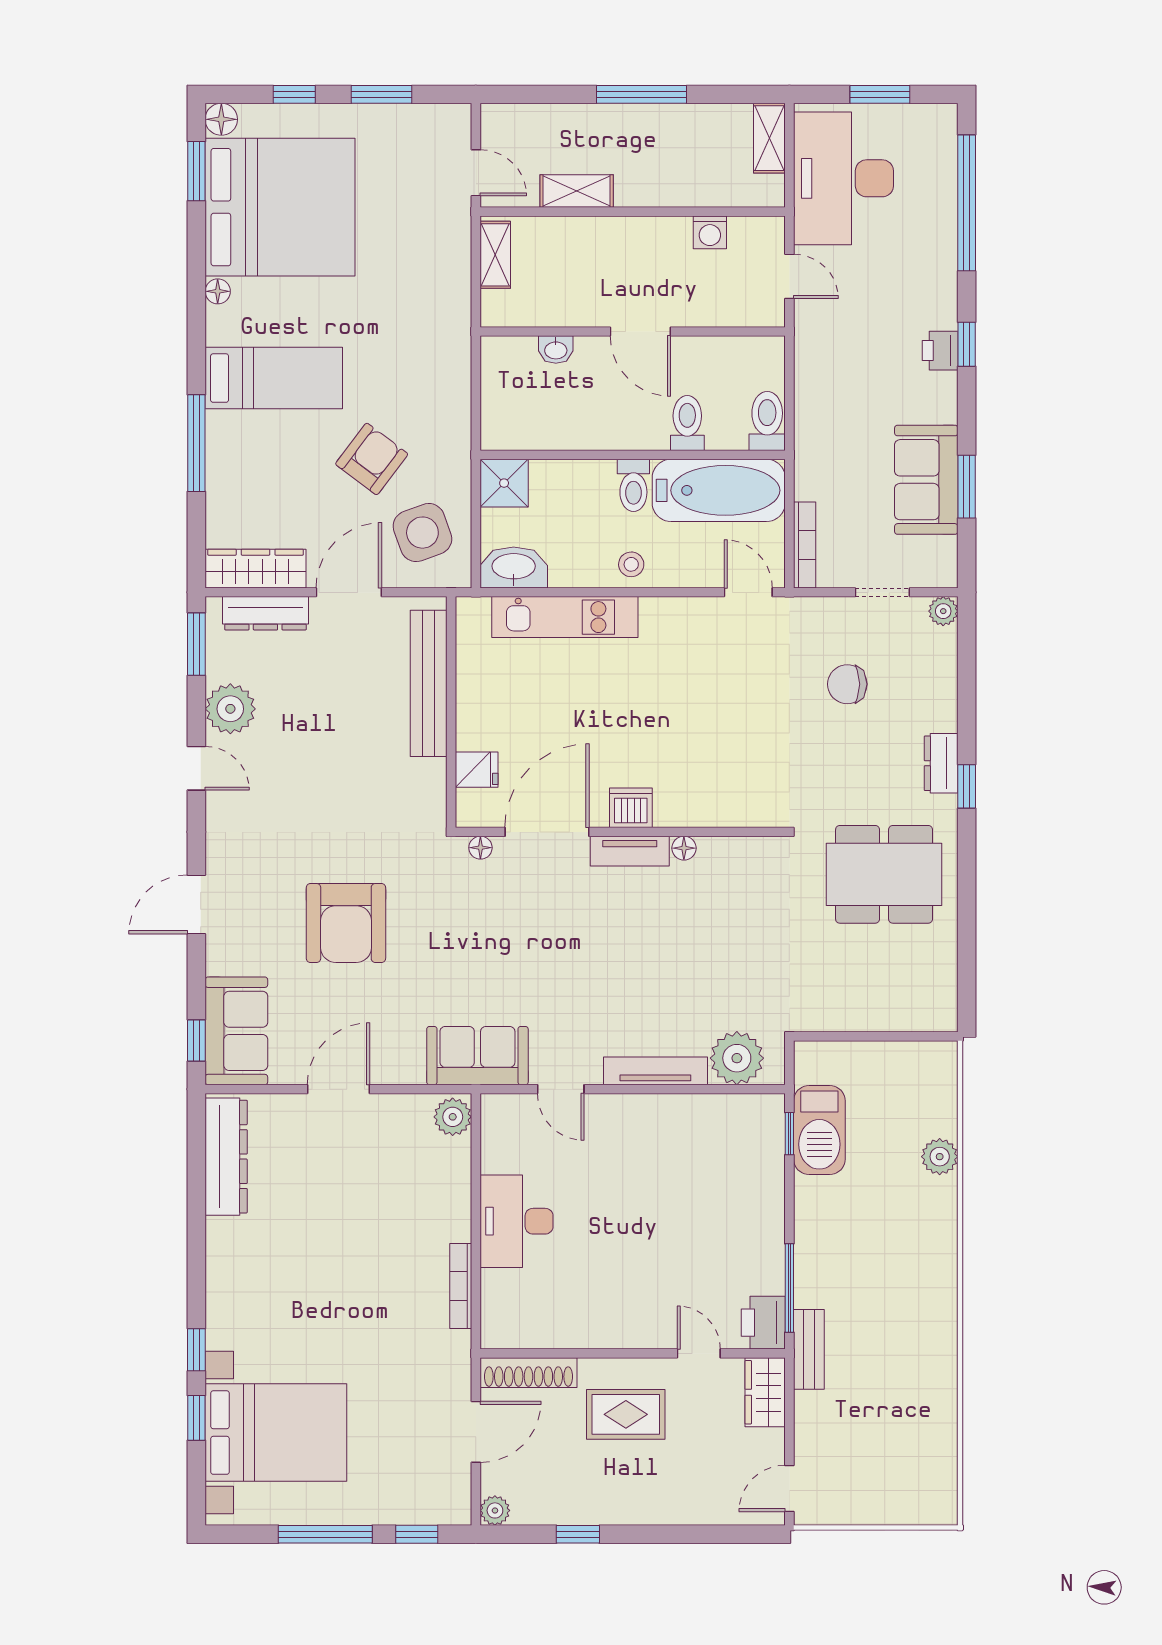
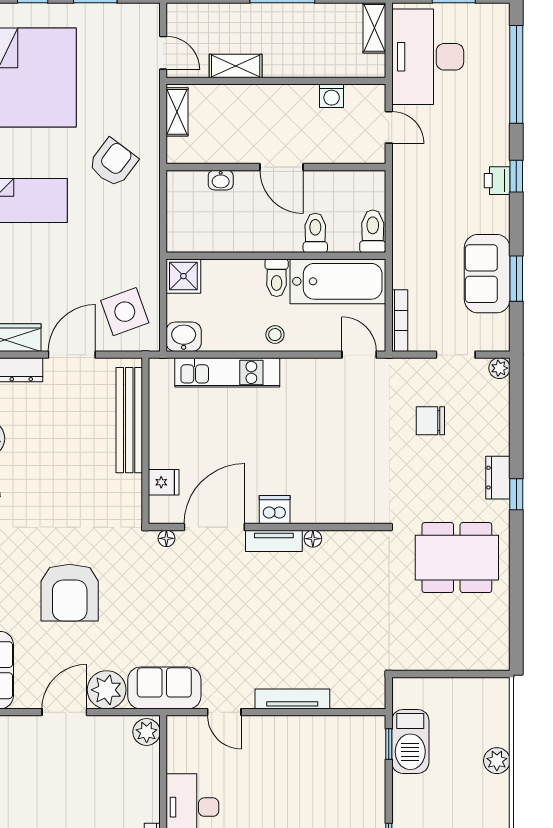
armchair: (372, 459) -> (113, 163), moved
washbasin: (514, 567) -> (184, 337), width x0.72
plant: (737, 1058) -> (107, 690), moved

